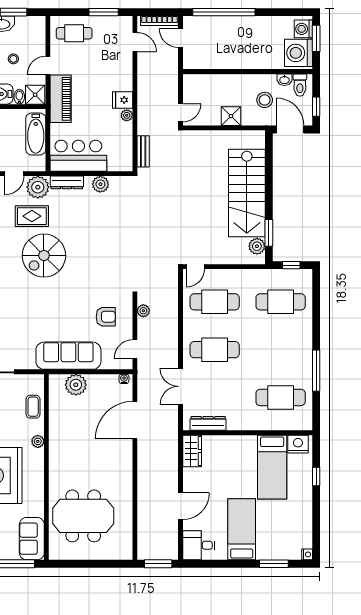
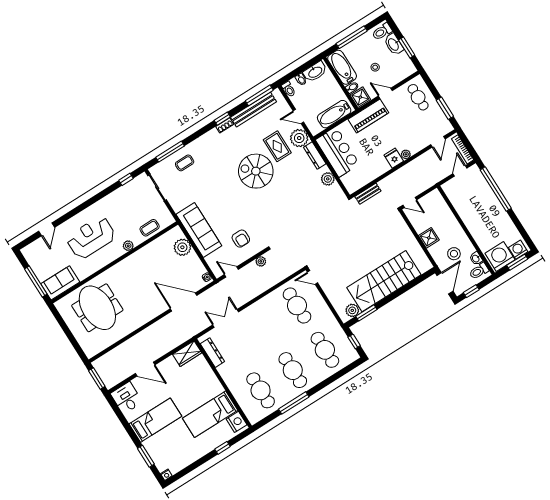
plant: (127, 115) -> (406, 154), moved
cafe table: (215, 350) -> (293, 370), moved

